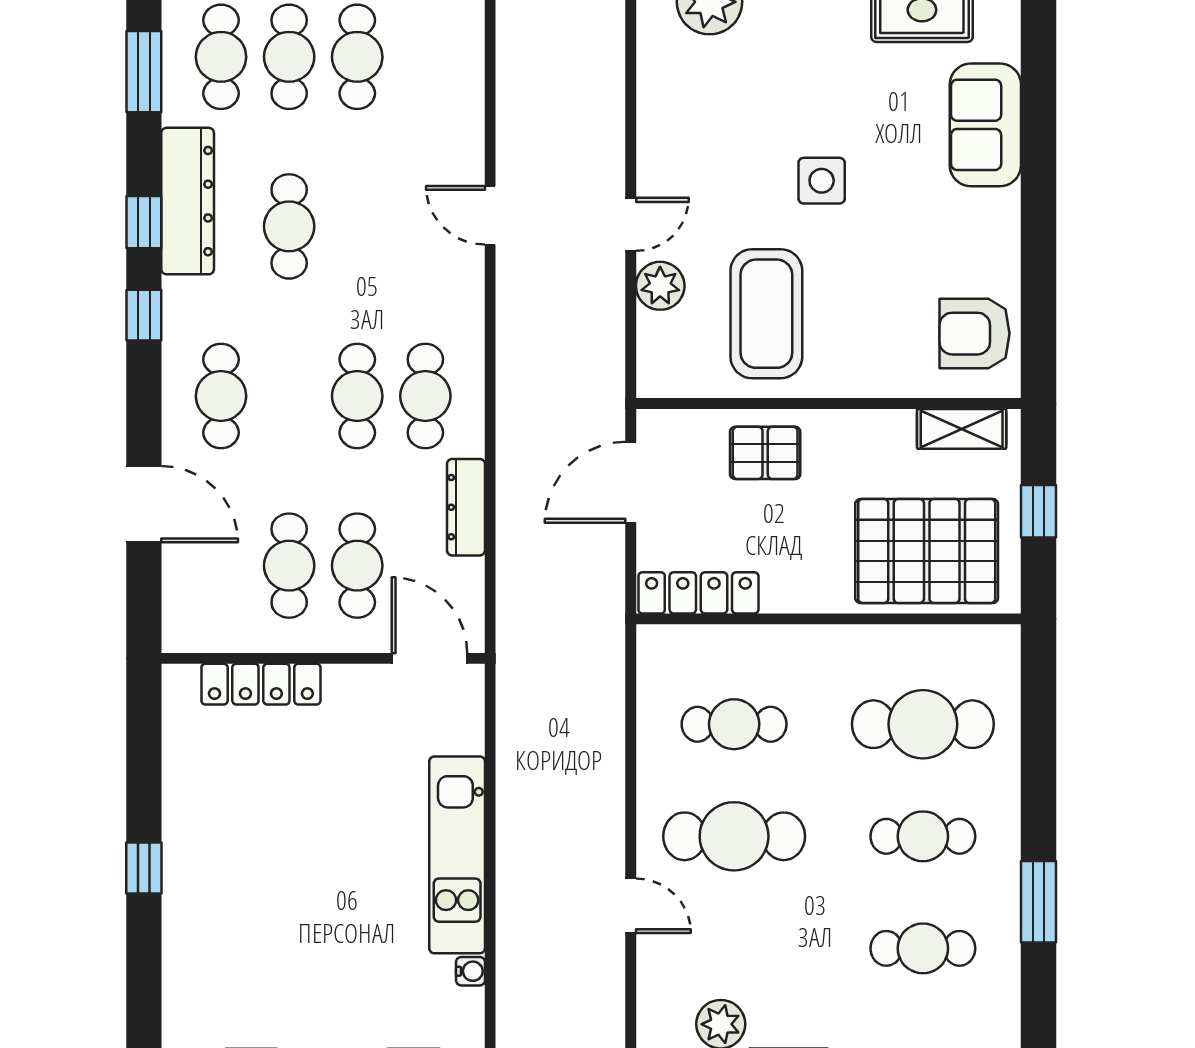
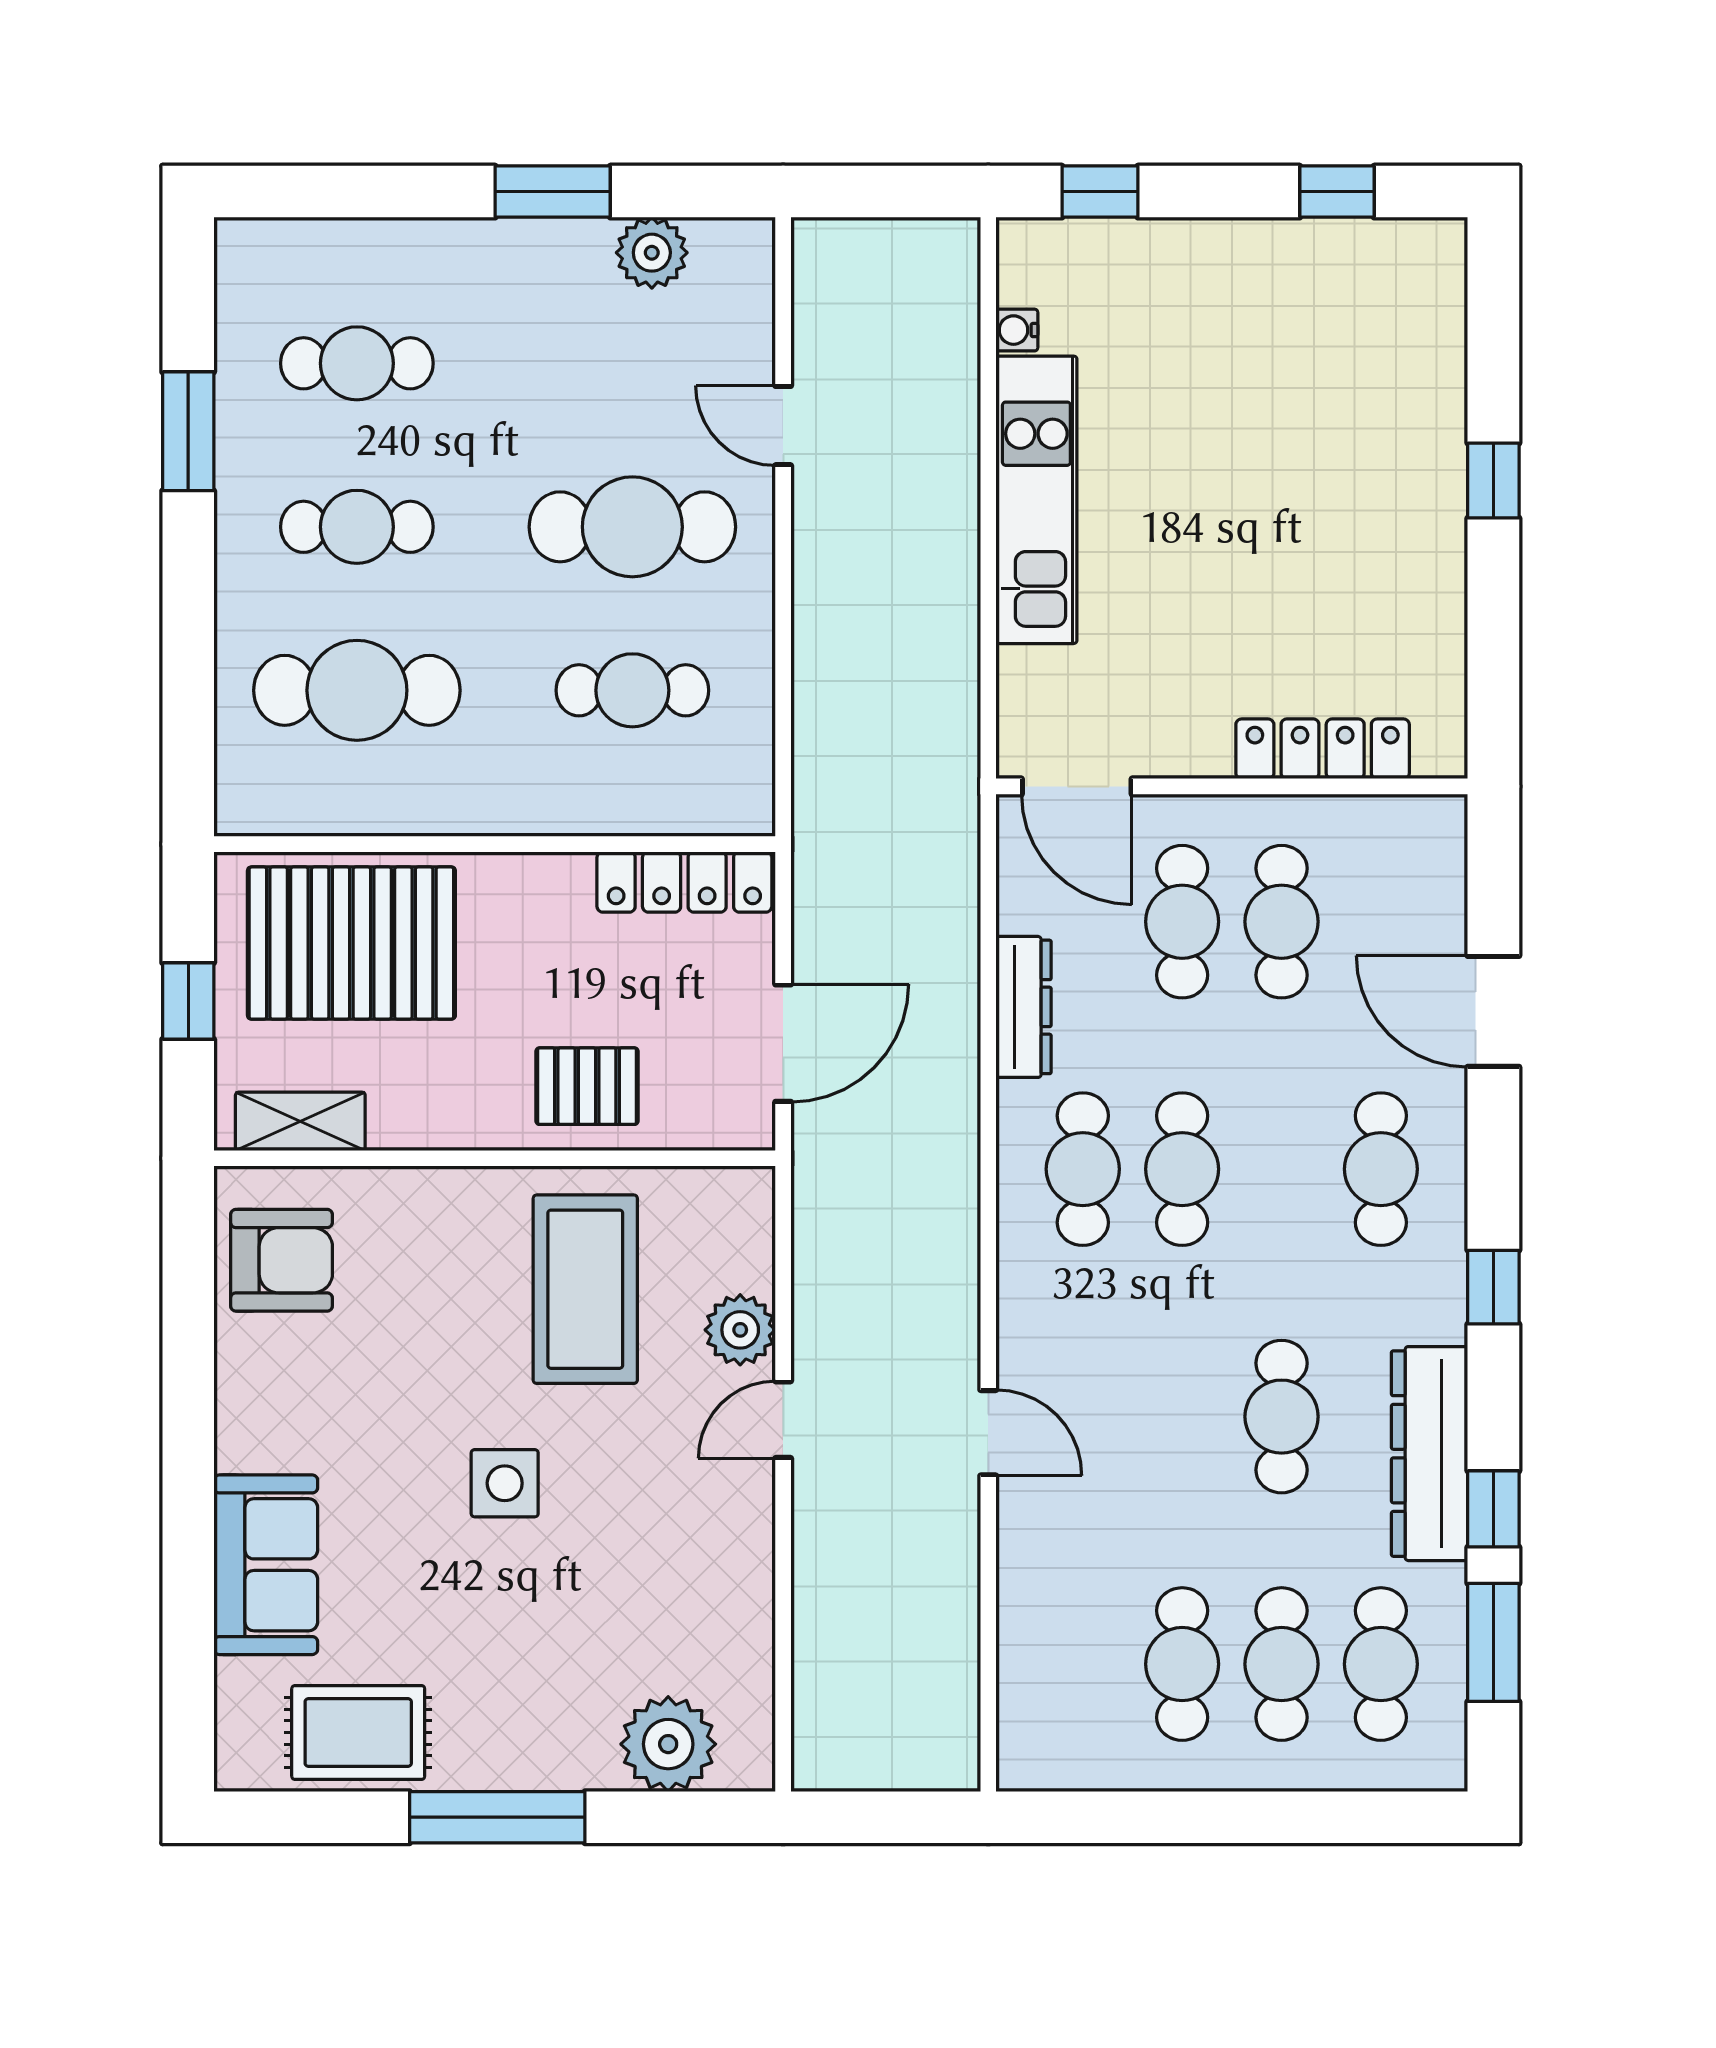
window: (144, 222) -> (1493, 1509), moved

